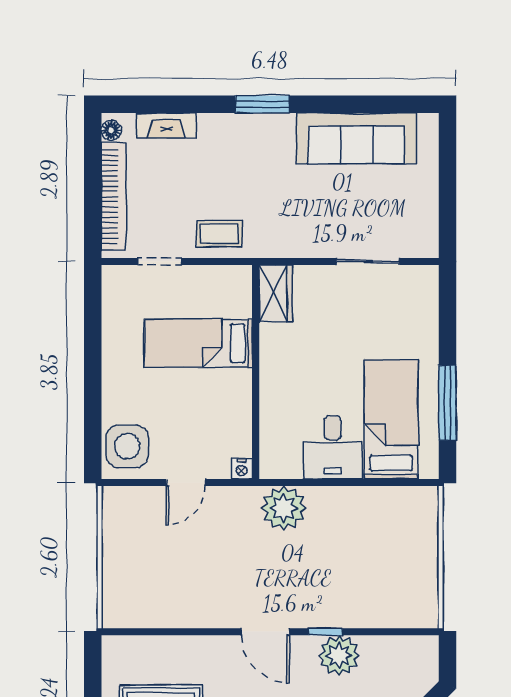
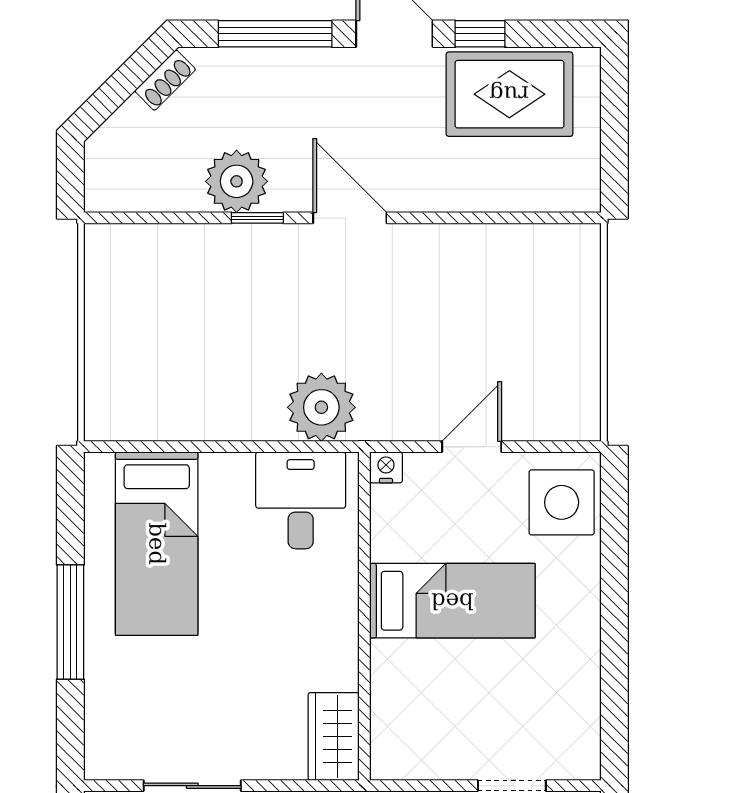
bed: (198, 343) -> (452, 601), moved
window: (447, 403) -> (70, 622), moved
desk: (333, 447) -> (301, 500), moved

